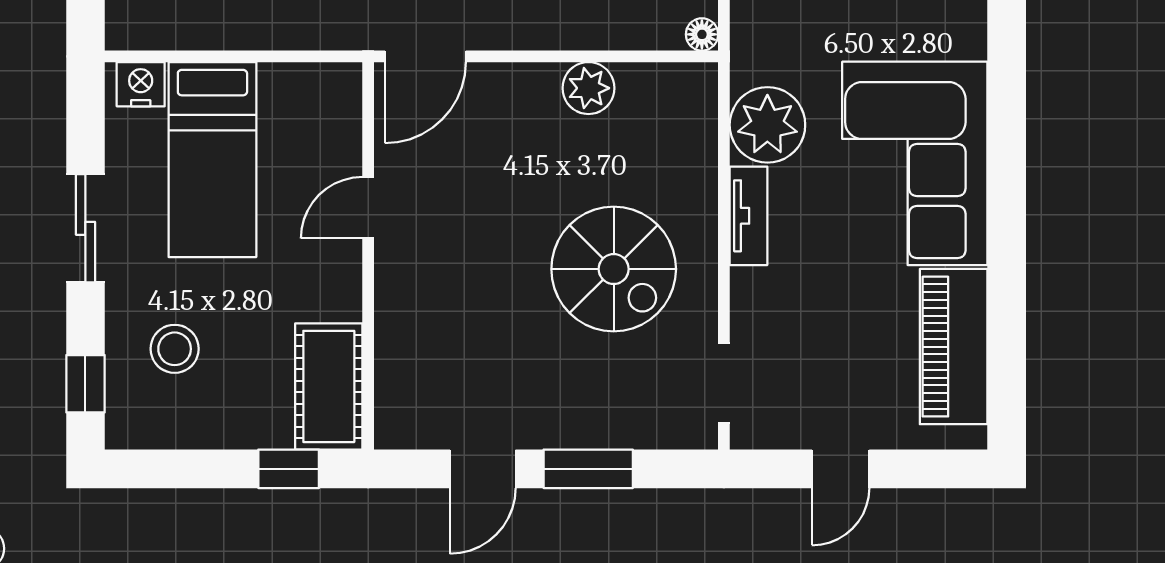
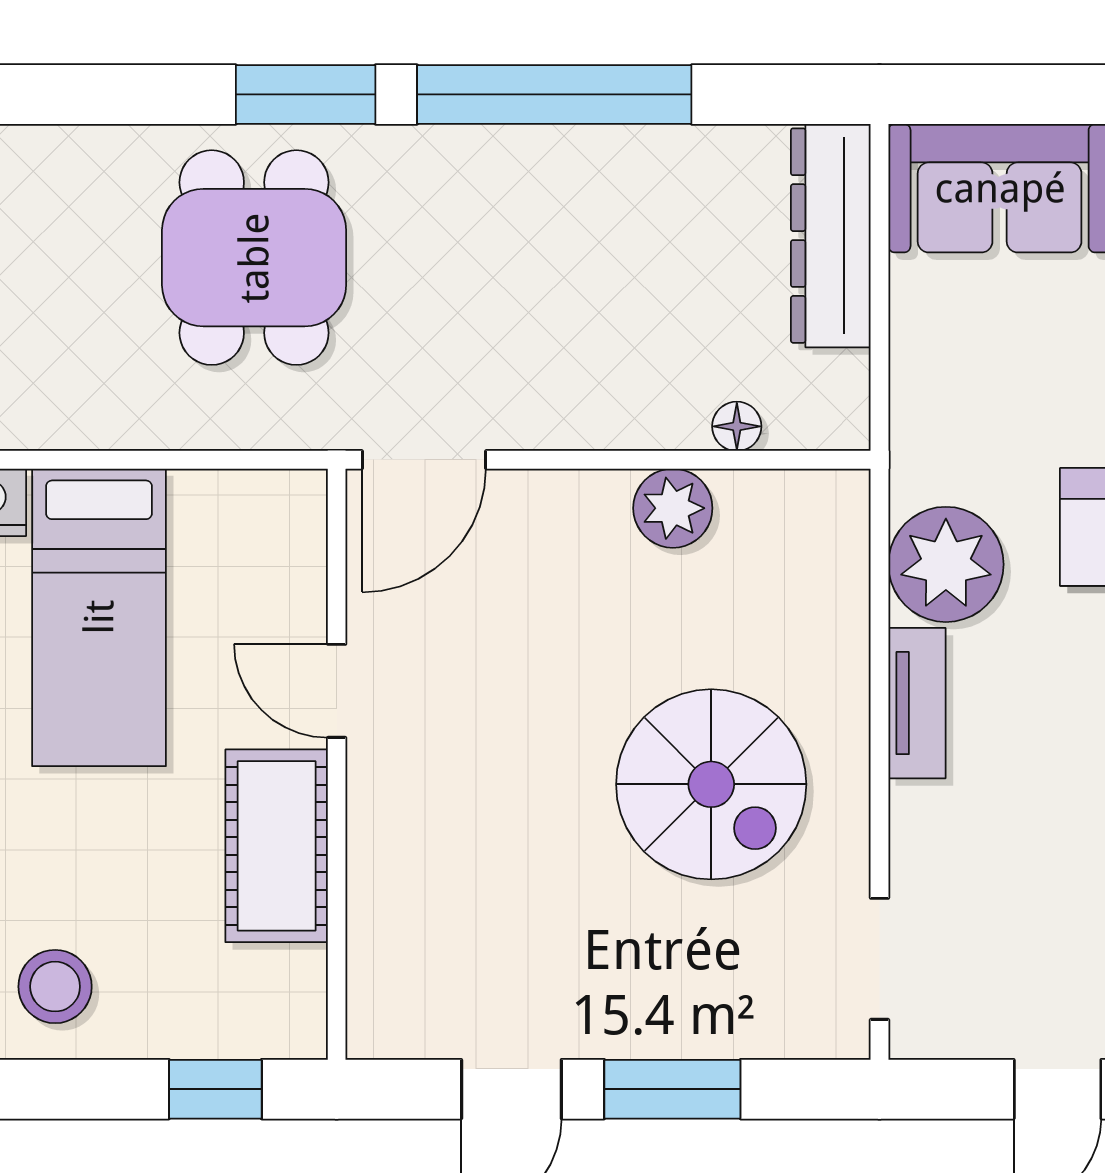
floor lamp: (702, 34) -> (737, 426), moved
door: (368, 208) -> (337, 691), hinge flipped
stool: (175, 349) -> (55, 987), moved
cot: (329, 386) -> (277, 846), moved

